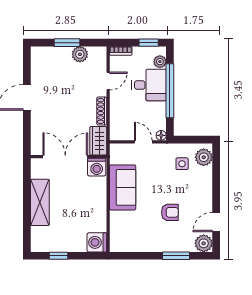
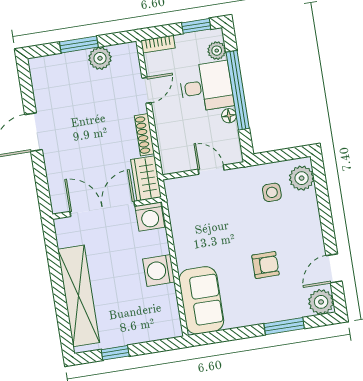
floor lamp: (161, 135) -> (229, 116), moved
sofa: (123, 187) -> (201, 300), moved
shelving: (40, 202) -> (79, 296), width x1.47
washing machine: (97, 242) -> (159, 270), moved

